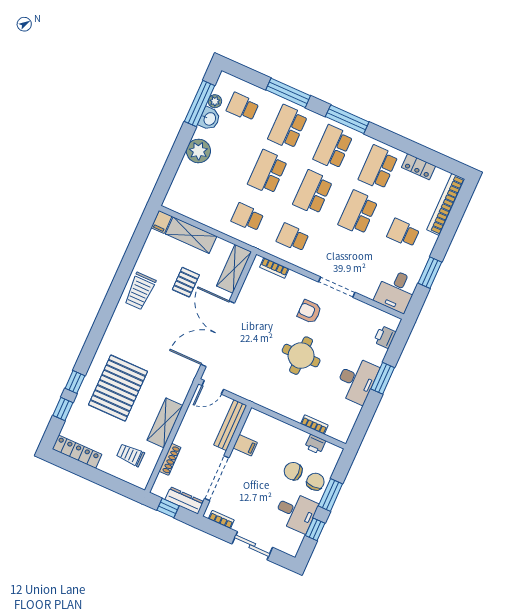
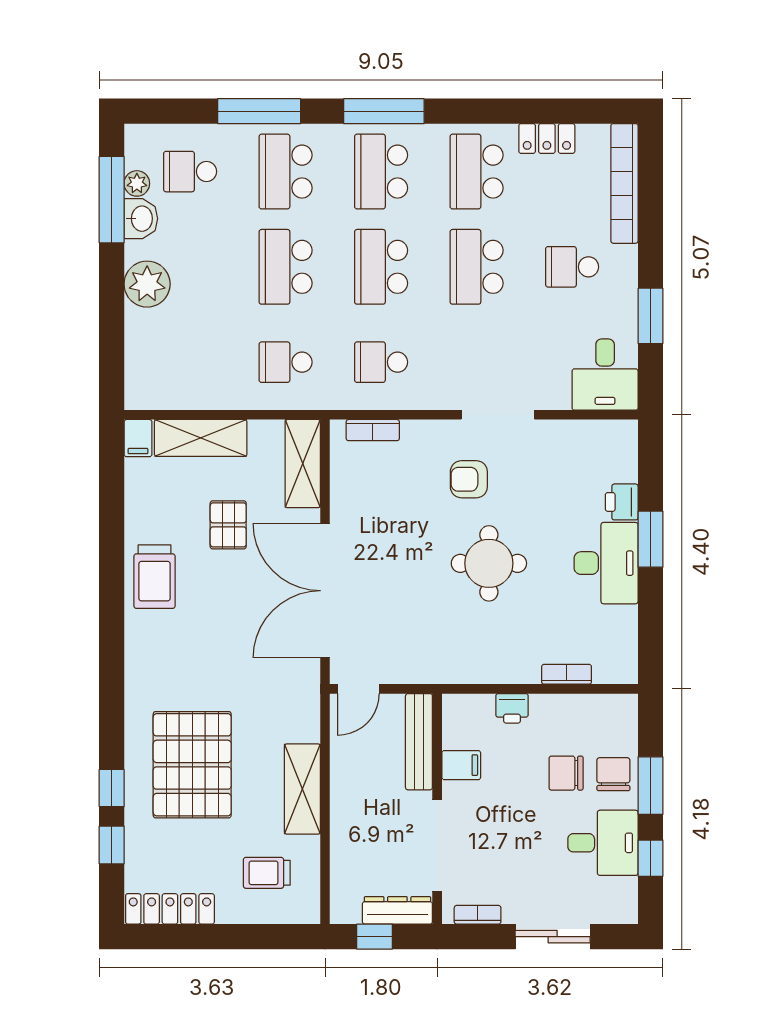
printer: (385, 337) -> (622, 502), moved
printer: (315, 444) -> (512, 708), moved
shoe rack: (170, 459) -> (340, 849), removed

